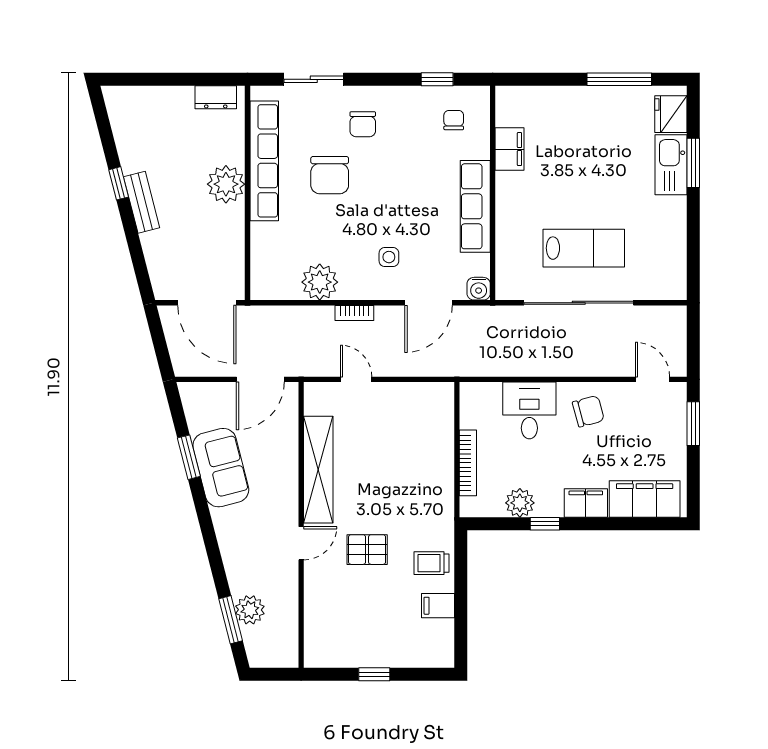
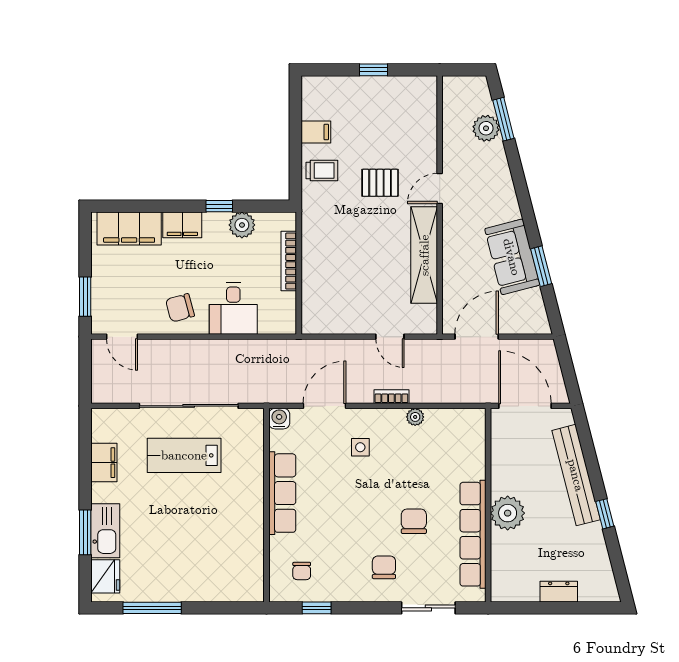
dresser: (216, 97) -> (559, 592), moved
filing cabinet: (510, 149) -> (104, 463), moved, turned 180
chair: (330, 175) -> (414, 521), width x0.73, depth x0.73
bench: (142, 202) -> (576, 475), width x1.86, depth x1.21
plant: (320, 282) -> (415, 417), width x0.53, depth x0.53

